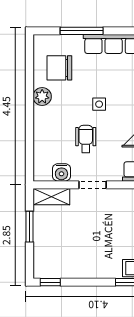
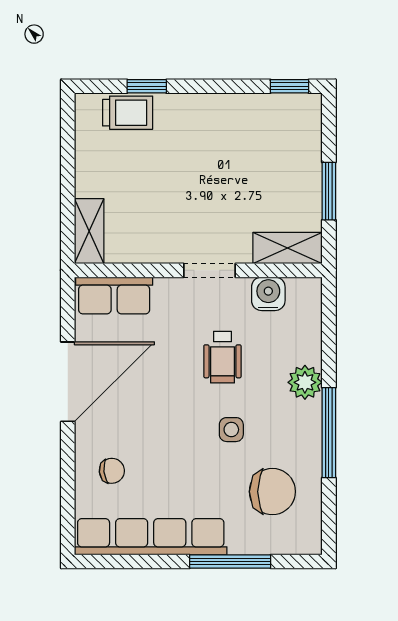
plant: (42, 96) -> (305, 382), moved
window: (29, 99) -> (329, 433), added
side table: (99, 104) -> (231, 430), moved

